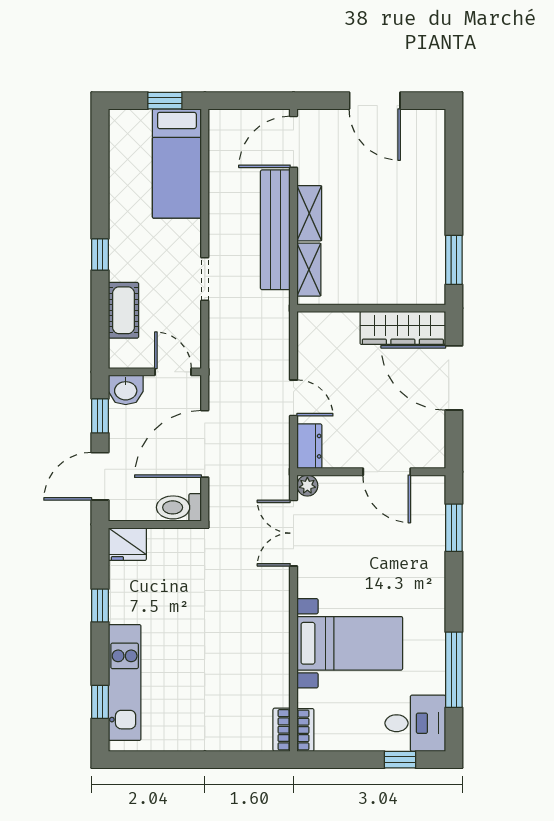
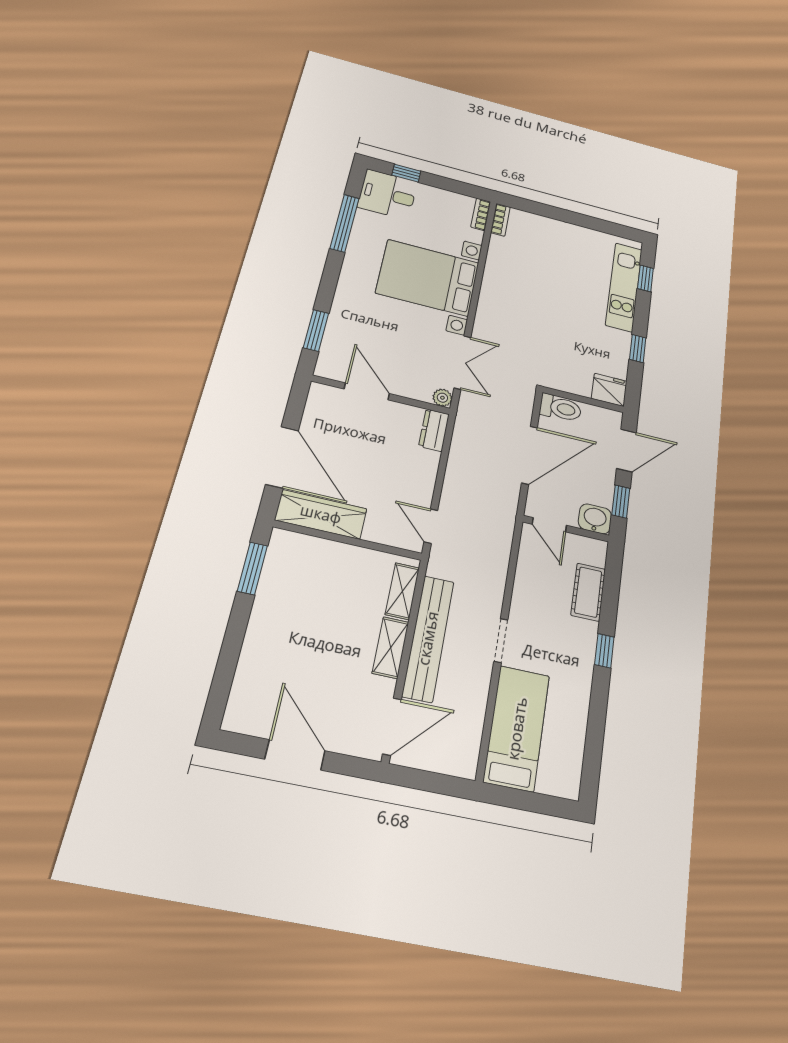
window: (165, 101) -> (519, 799), removed
doorway: (205, 279) -> (501, 641), moved
door: (294, 398) -> (431, 526), moved
bed with nightstands: (350, 643) -> (428, 278), width x1.36

